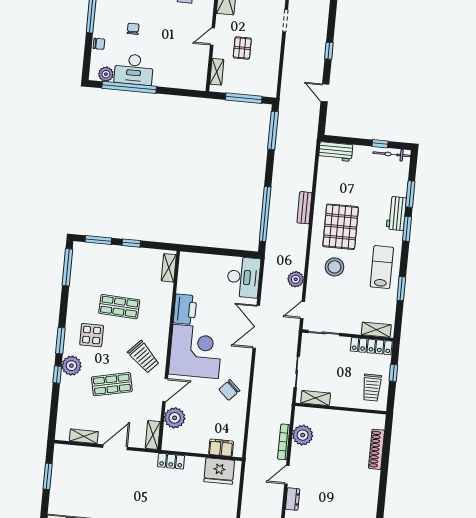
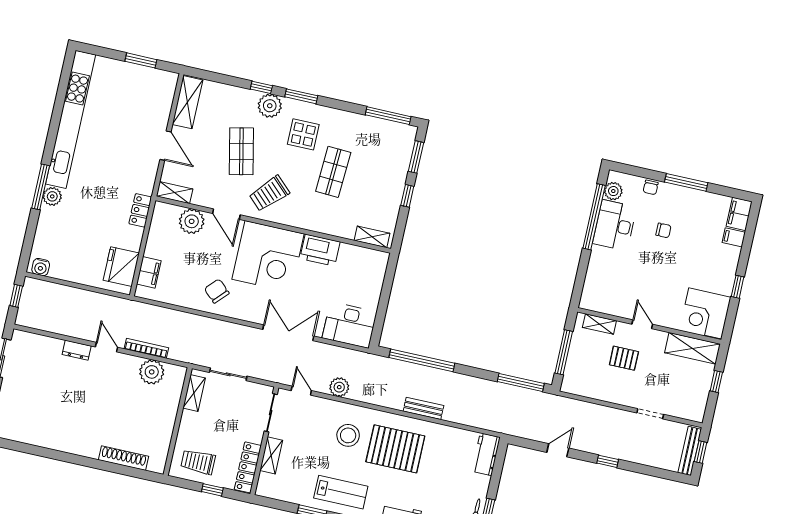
shelving: (376, 330) -> (271, 455), moved
shelving: (84, 436) -> (188, 102), width x1.50, depth x1.33

